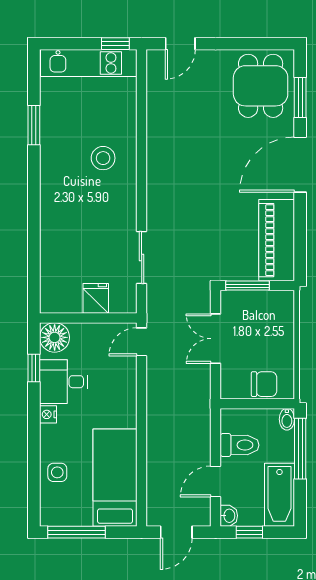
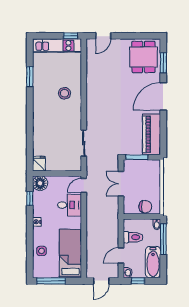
fridge: (96, 298) -> (39, 164), moved
desk: (63, 382) -> (70, 205), moved, turned 180

